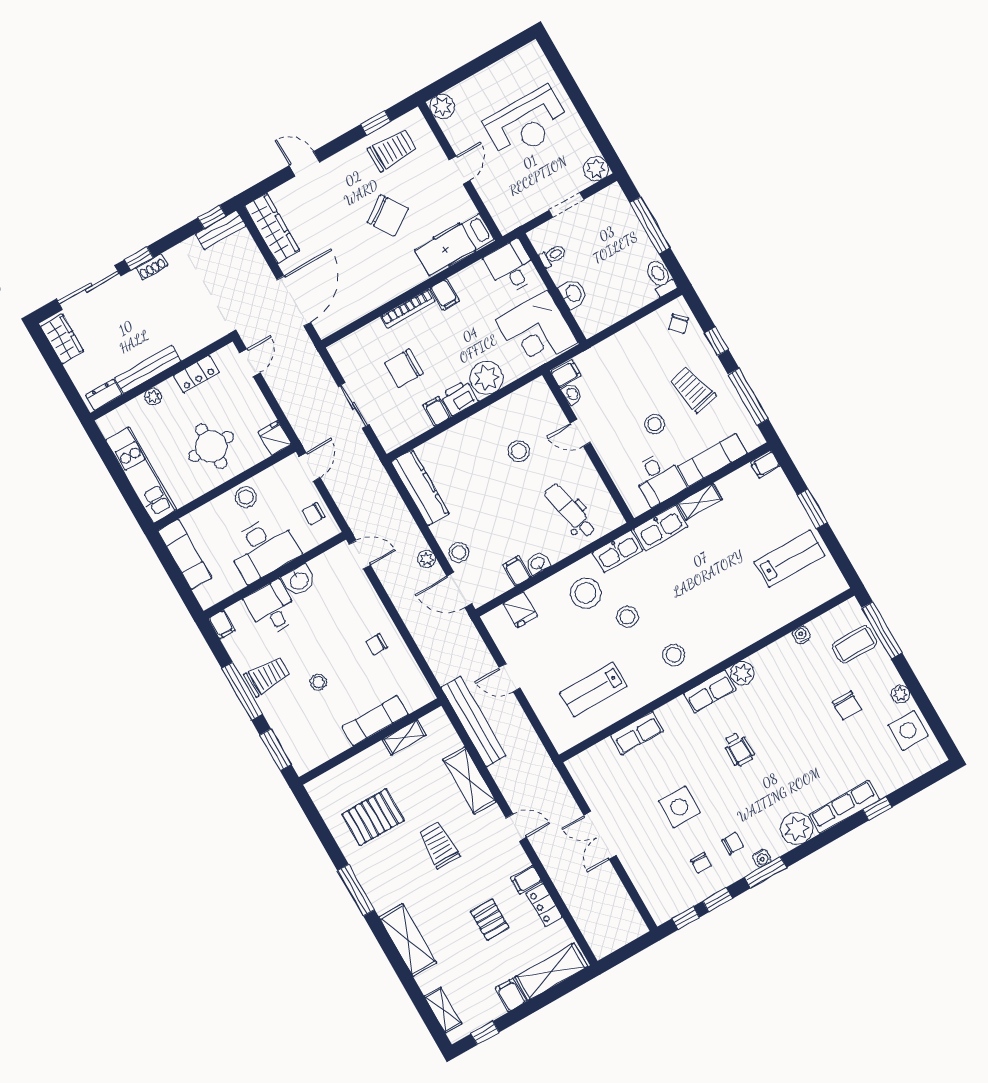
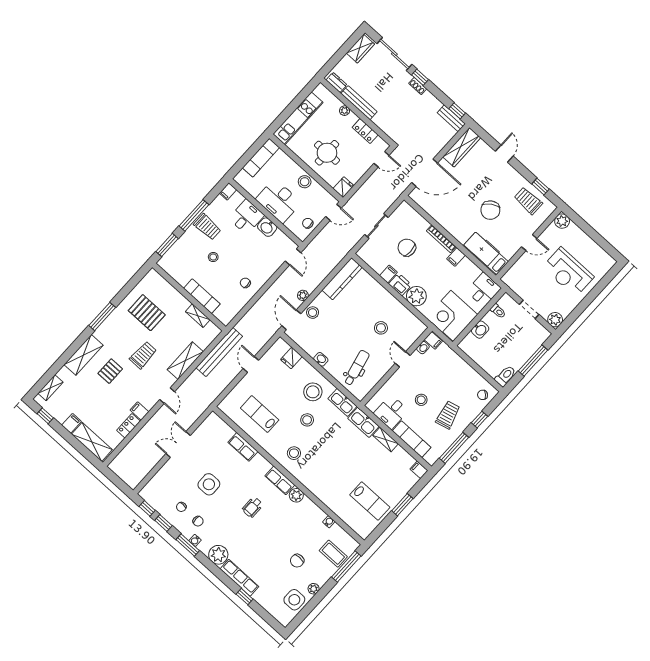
trolley: (392, 150) -> (528, 201), turned 180
filing cabinet: (517, 571) -> (313, 349), removed
pallet: (490, 920) -> (110, 371), moved

